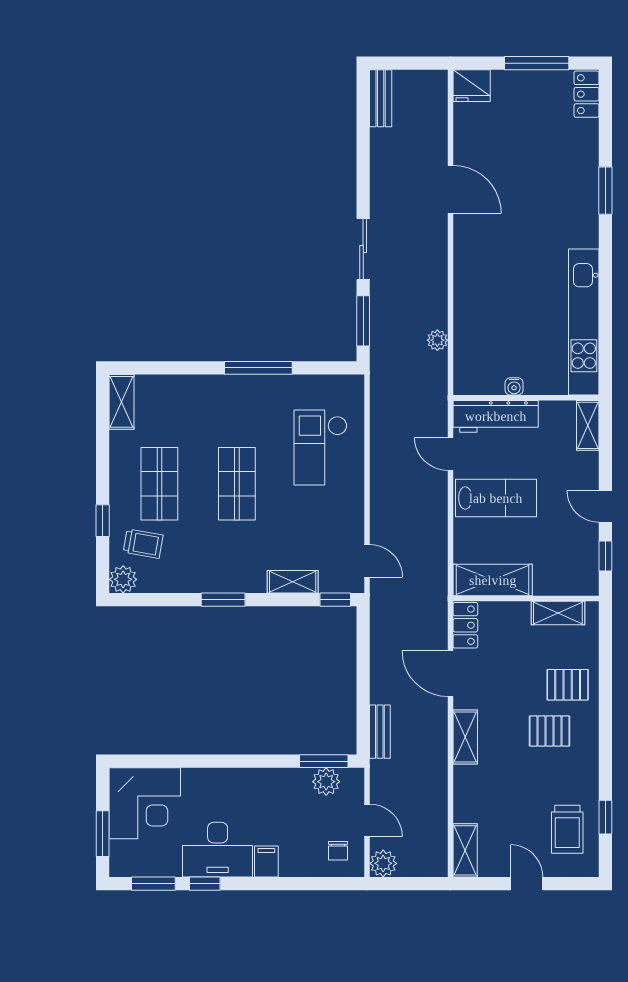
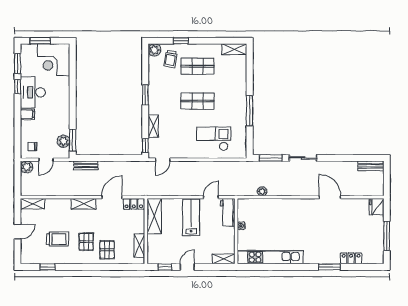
locker: (587, 94) -> (351, 258), moved
door: (450, 189) -> (330, 197), swing flipped
workbench: (496, 416) -> (228, 212), width x0.73
lab bench: (496, 498) -> (191, 218), turned 180
trolley: (567, 829) -> (57, 239), moved, turned 180

